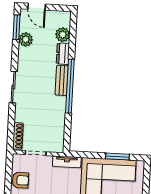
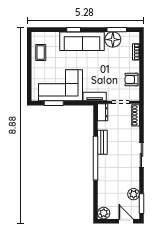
plant: (63, 35) -> (104, 213), moved
dresser: (63, 54) -> (103, 112), moved
bench: (62, 80) -> (102, 142), moved

